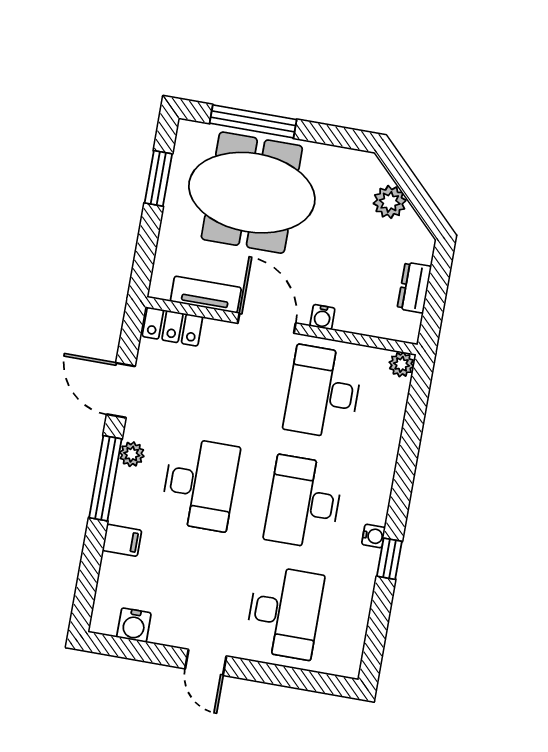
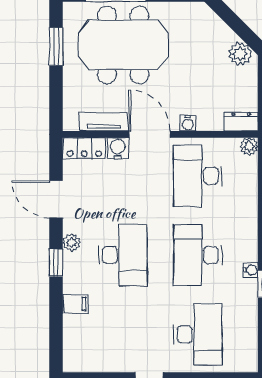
plant: (390, 202) -> (240, 54), moved
dresser: (414, 288) -> (241, 122), moved, turned 90
window: (105, 478) -> (56, 263), width x0.46
water cooler: (134, 625) -> (118, 148), moved, turned 180

